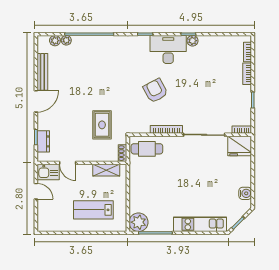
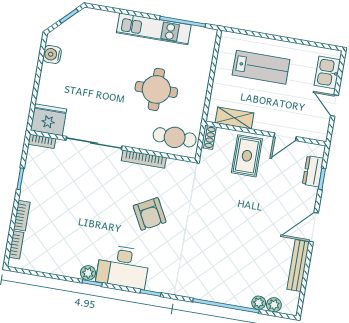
rug: (102, 125) -> (247, 156), moved
door: (68, 163) -> (285, 137), swing flipped
kitchen sink: (48, 172) -> (327, 72), moved, turned -90
round table: (166, 181) -> (156, 89), added
plant: (138, 222) -> (203, 40), removed
kitchen unit: (200, 224) -> (154, 29), moved

